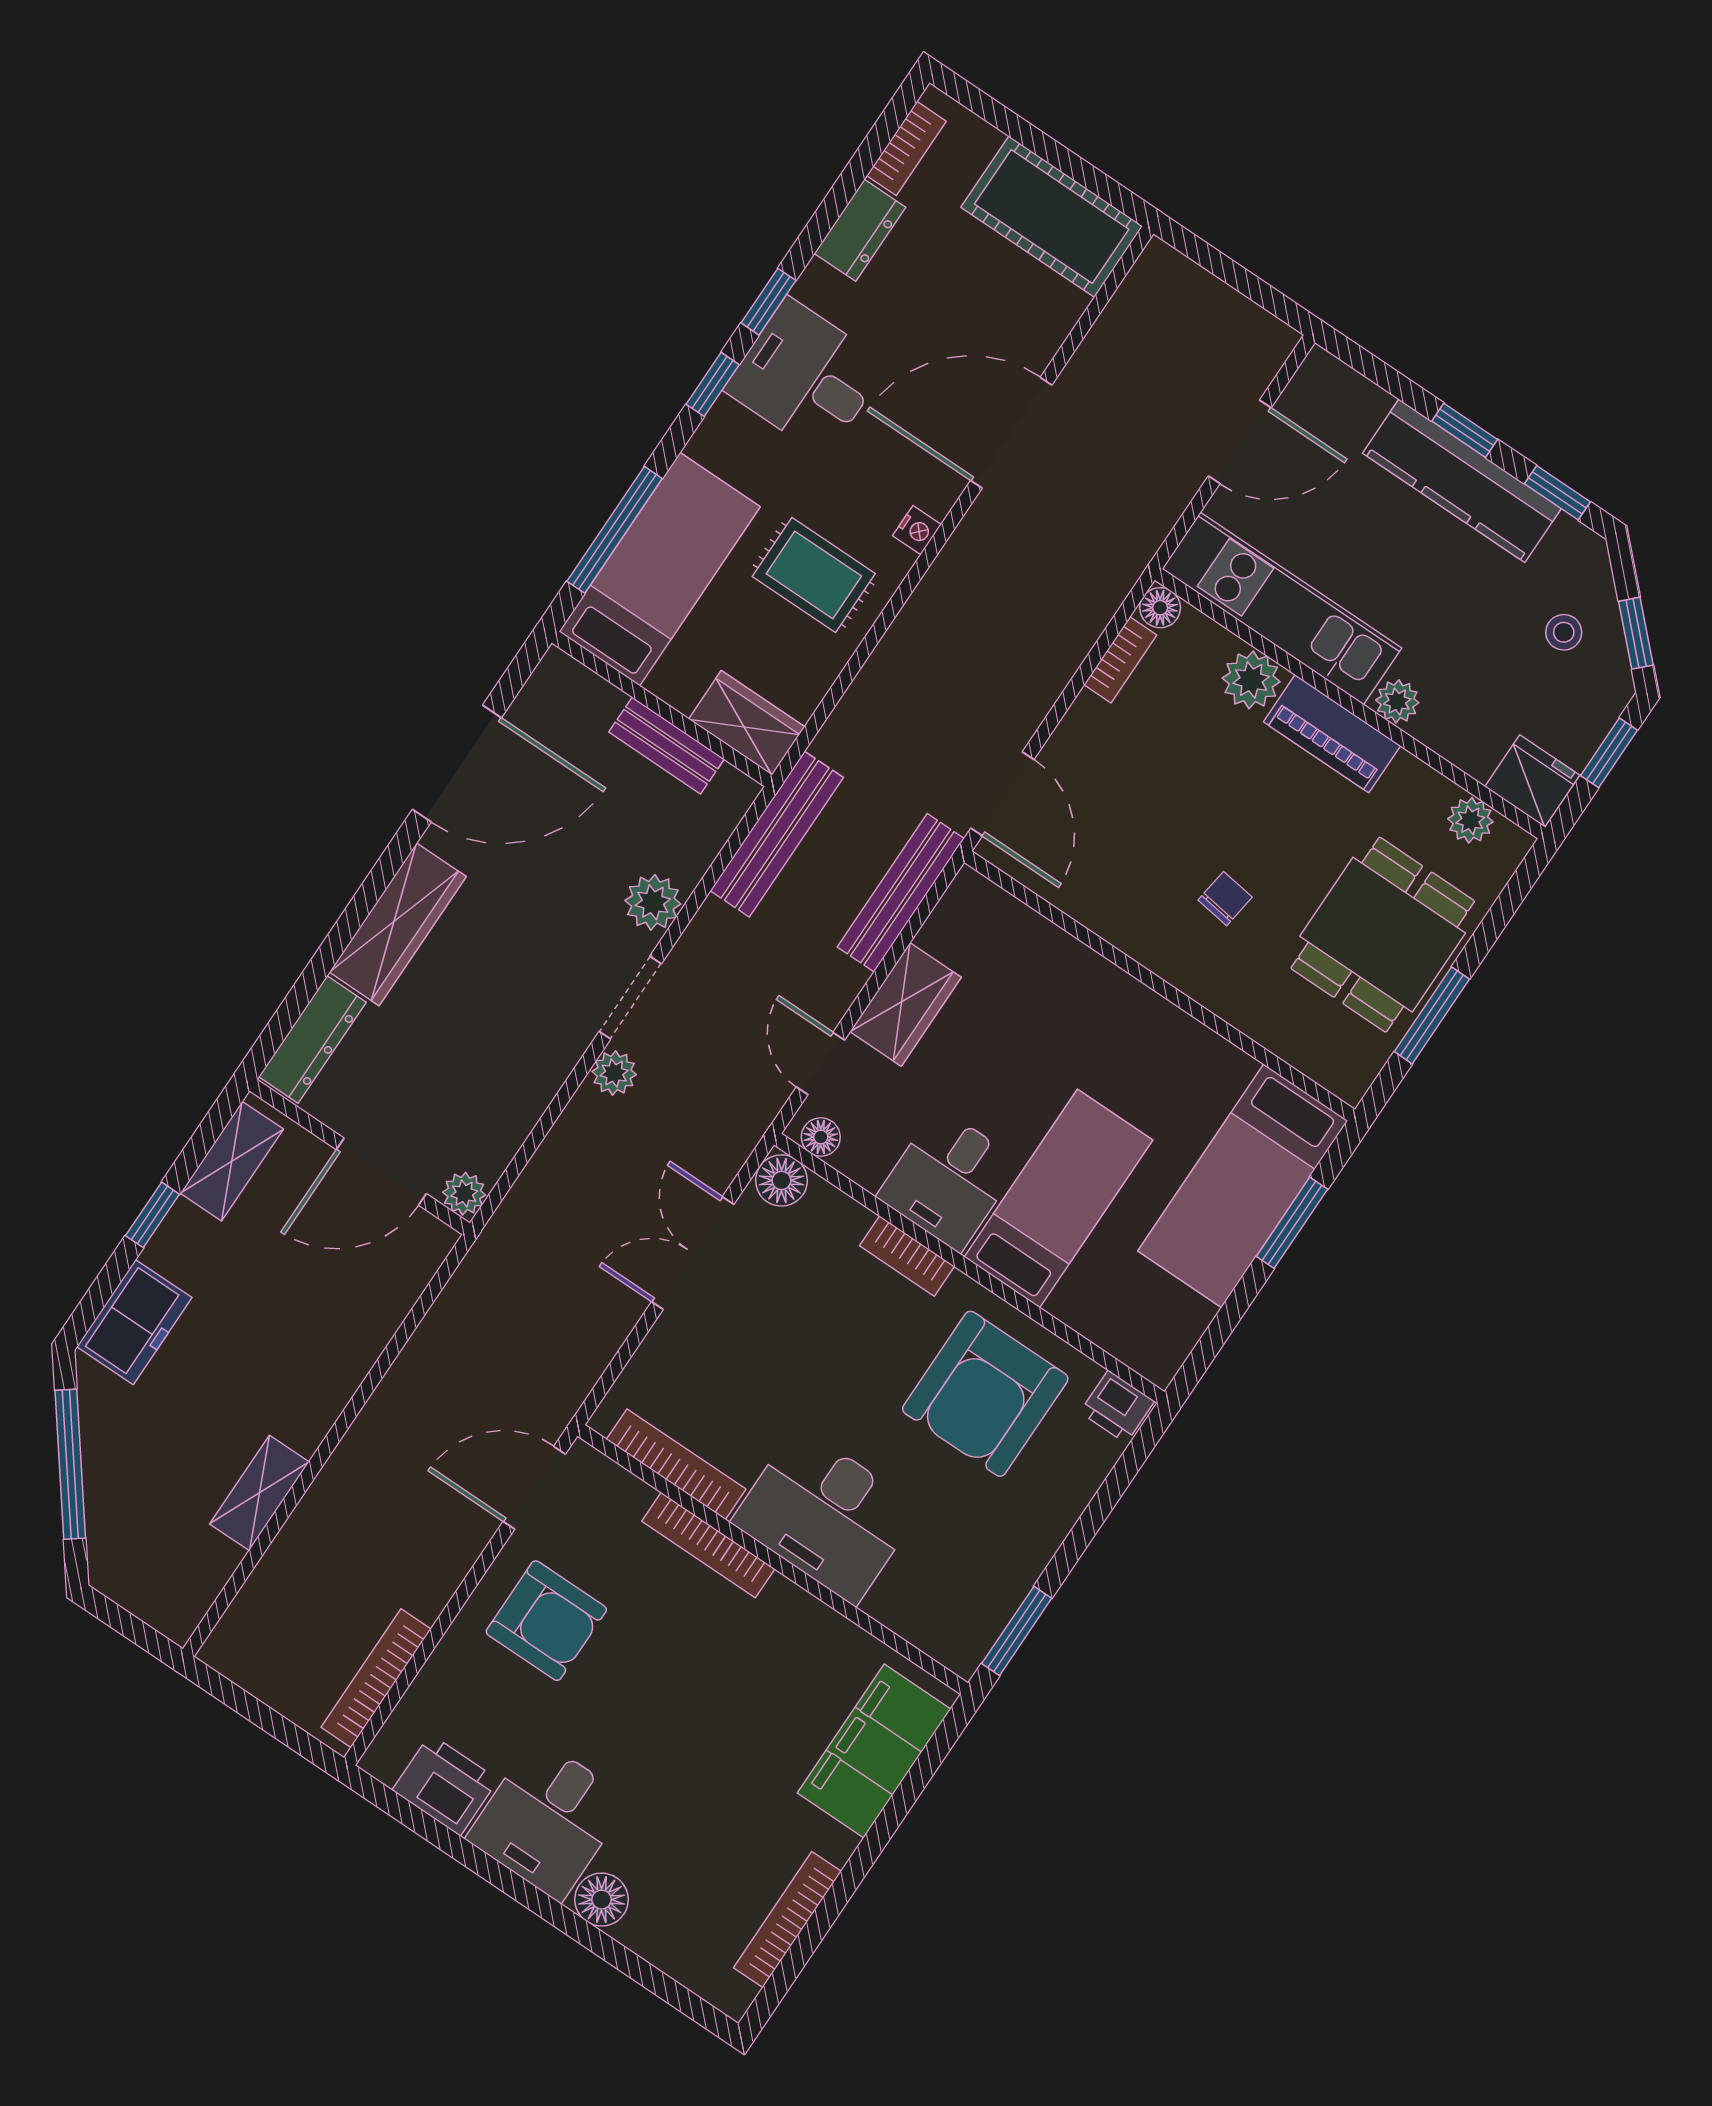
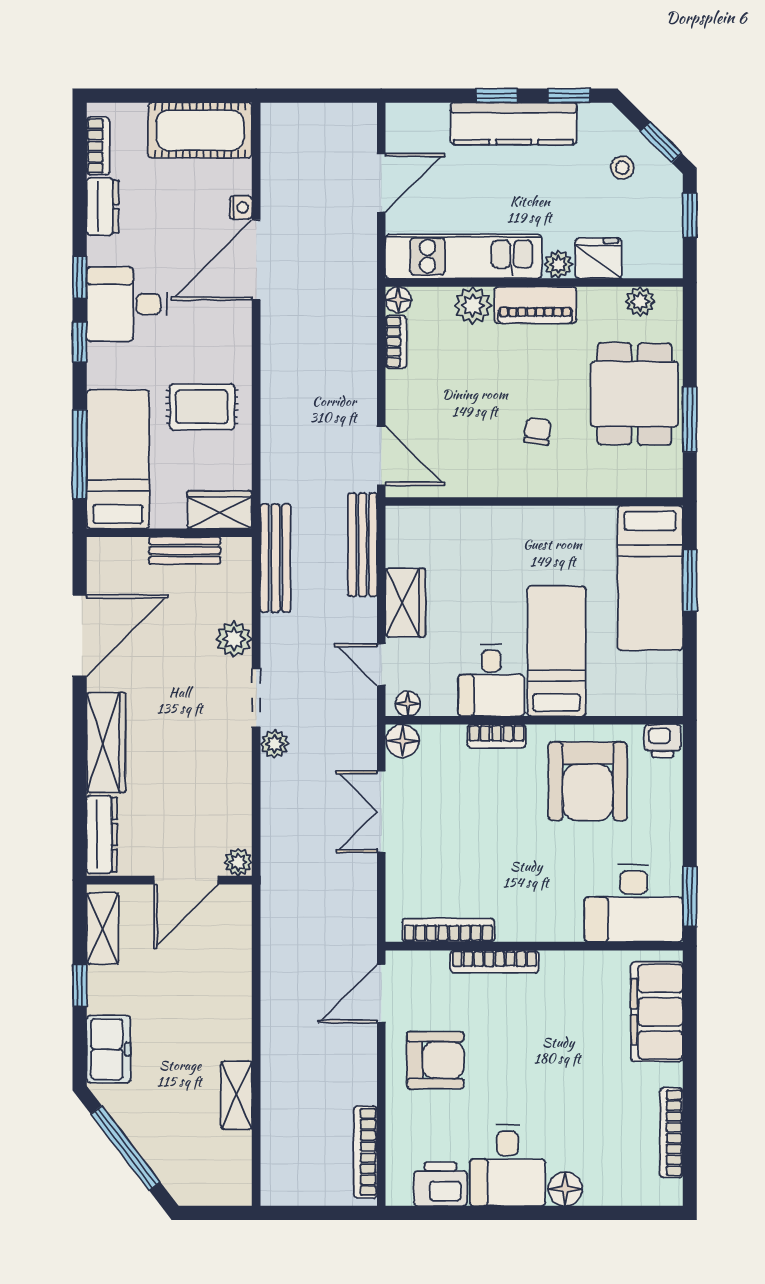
nightstand: (917, 530) -> (241, 208), moved
fridge: (1532, 781) -> (599, 258), moved
desk: (826, 1515) -> (634, 903), moved

